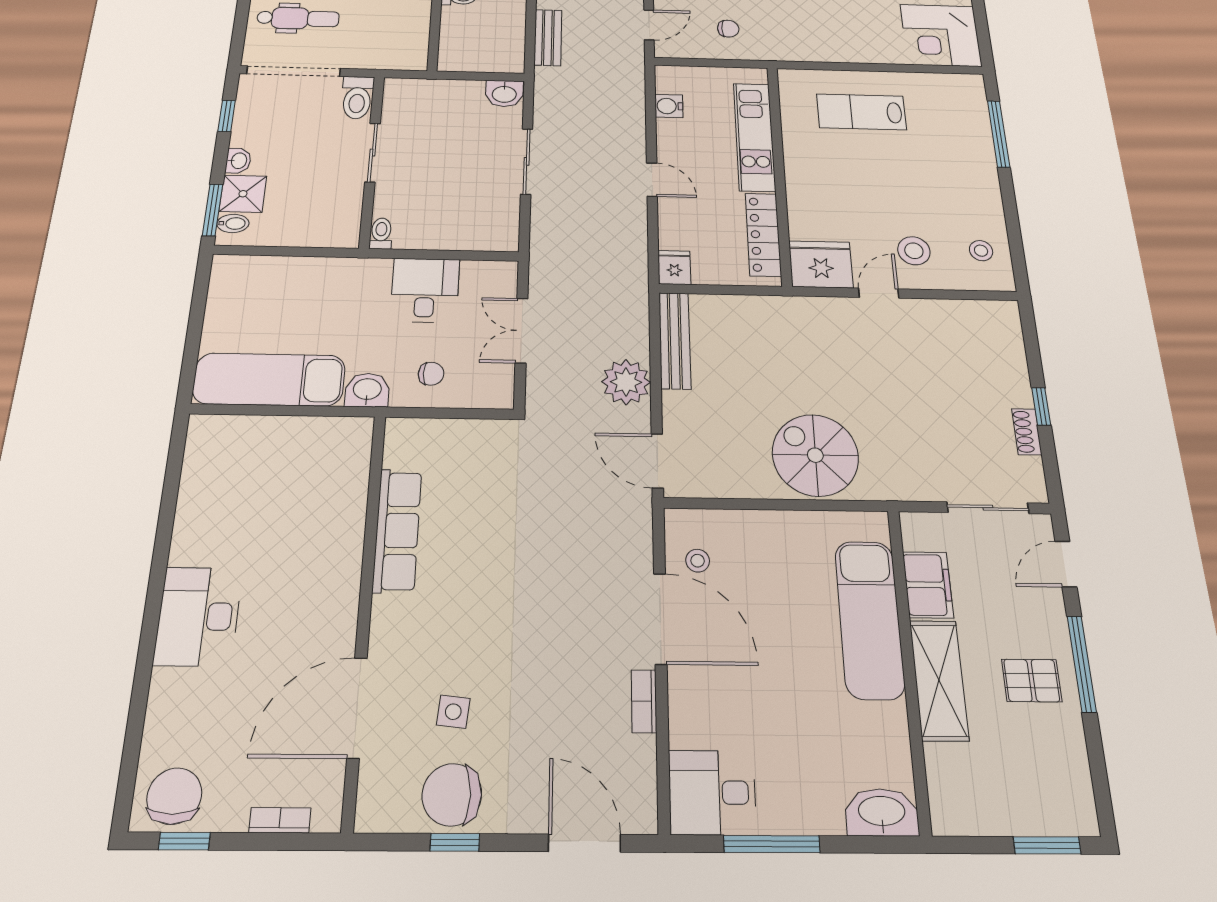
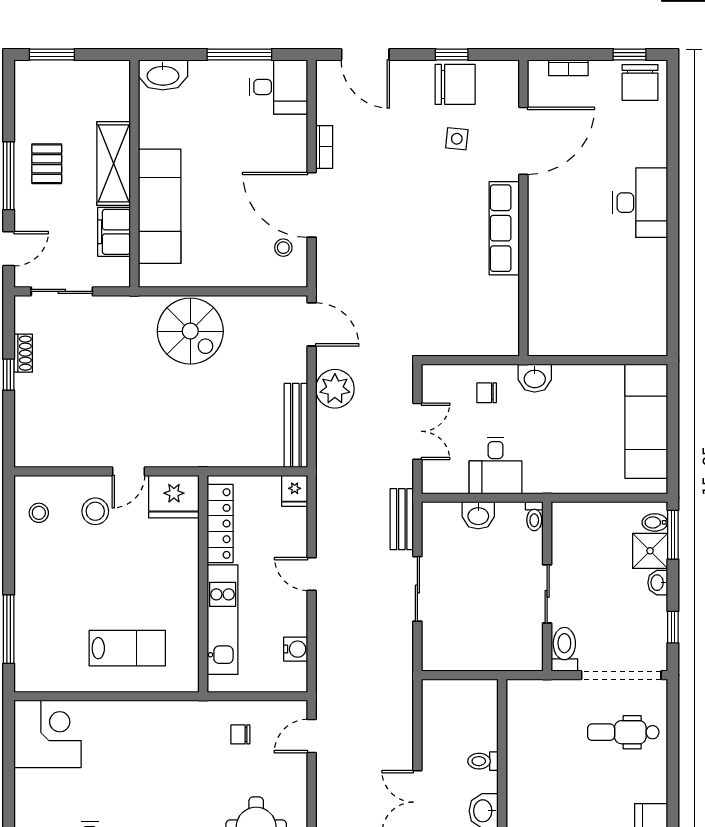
bench: (548, 37) -> (402, 519), moved
washbasin: (504, 94) -> (478, 515), moved, turned 180
exam couch: (269, 379) -> (646, 421), moved, turned 90
row of seats: (397, 530) -> (504, 228), moved
pallet: (1032, 680) -> (47, 164), turned 90

